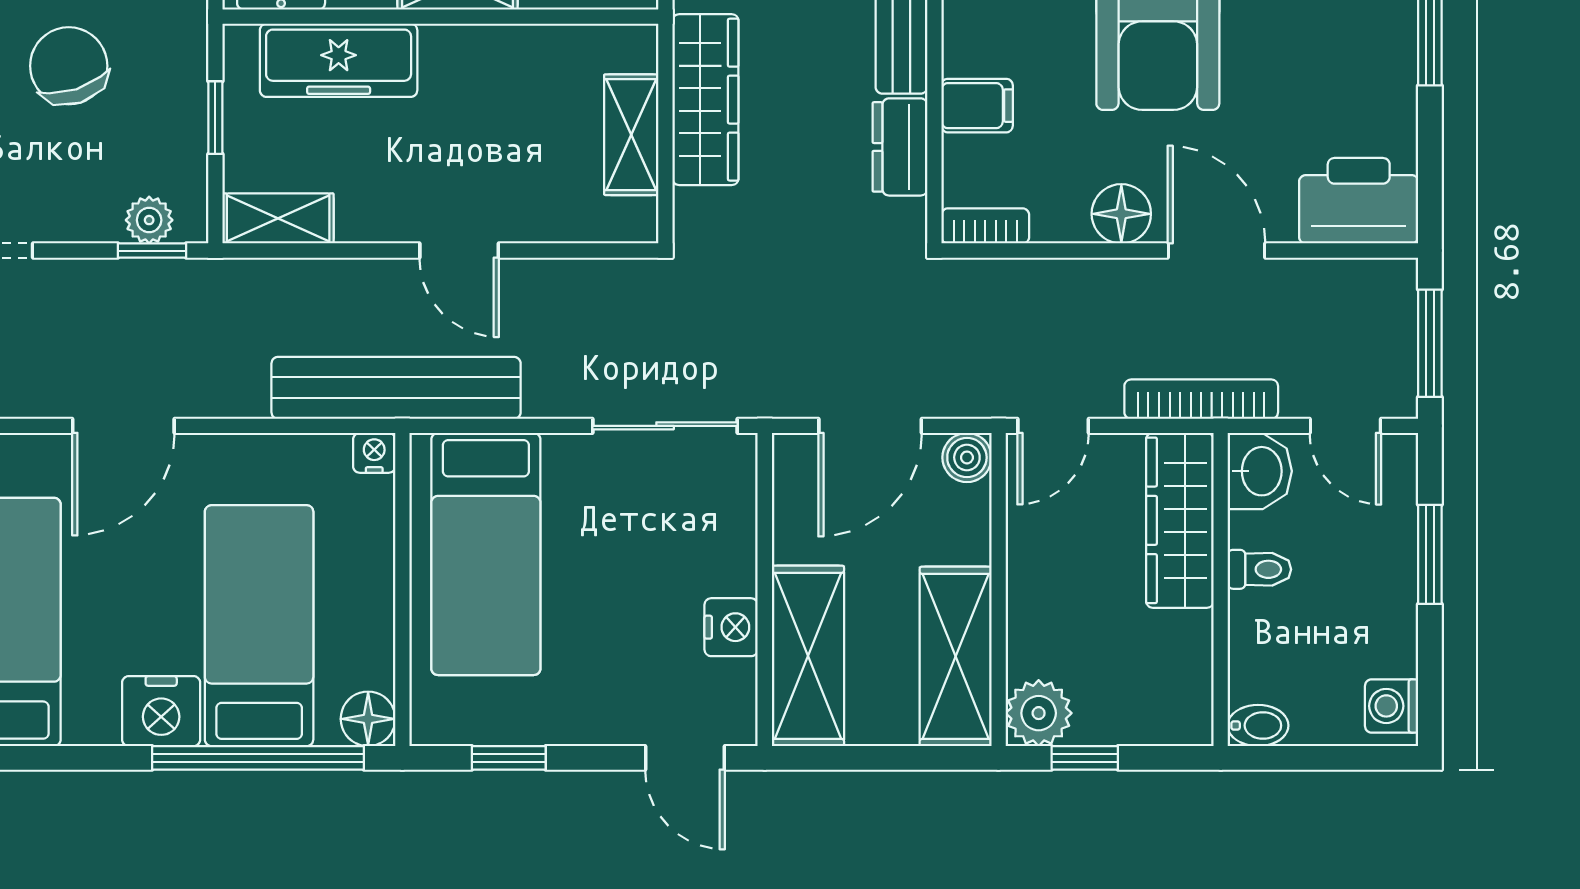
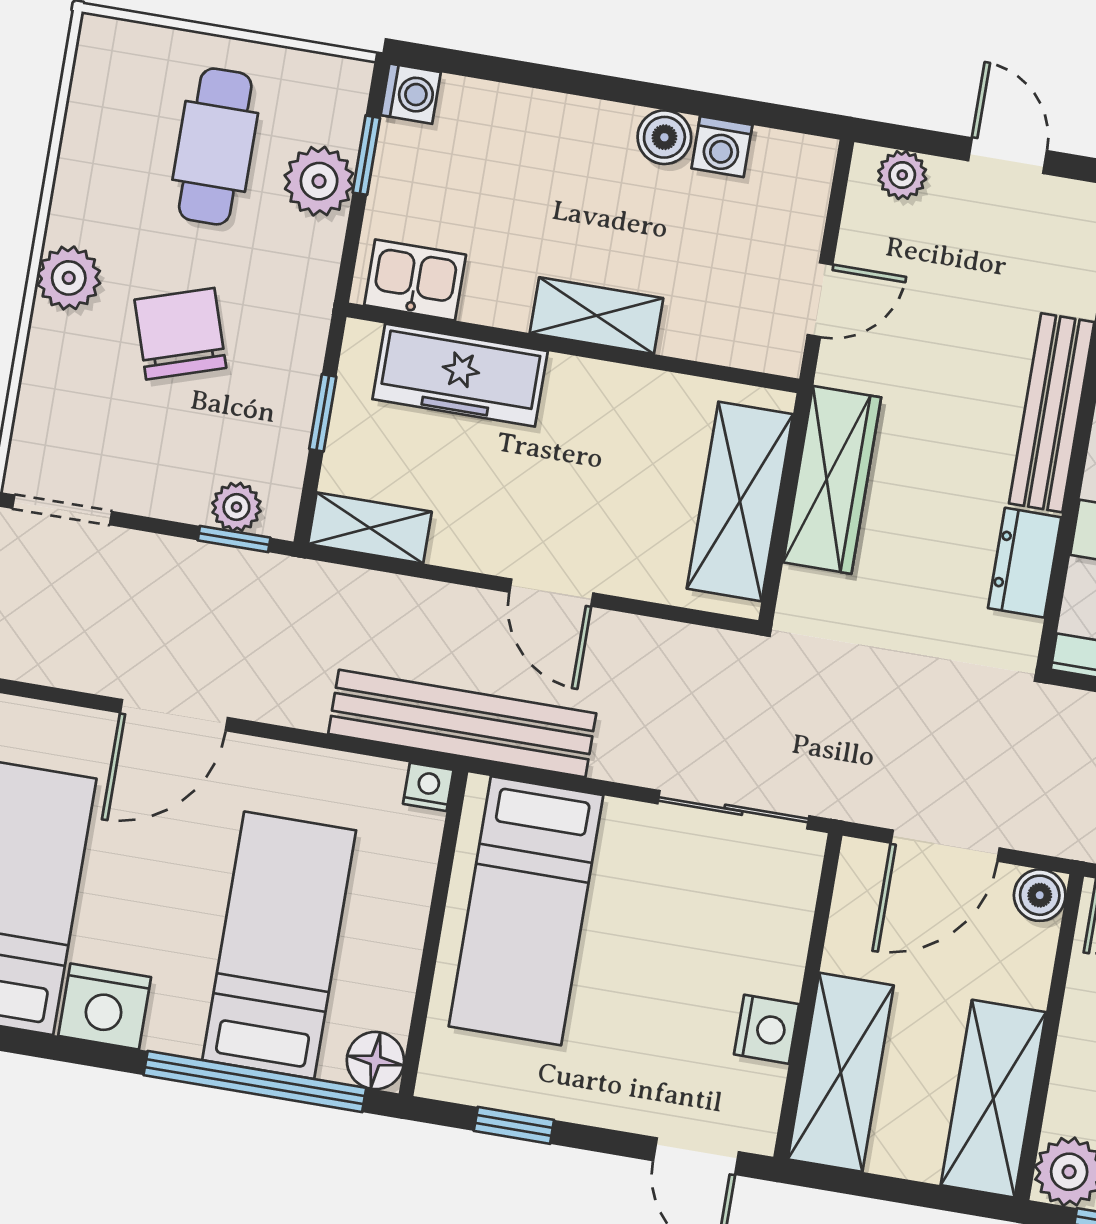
shelving: (631, 135) -> (740, 501), width x1.50, depth x1.33
nightstand: (161, 711) -> (105, 1006), moved

